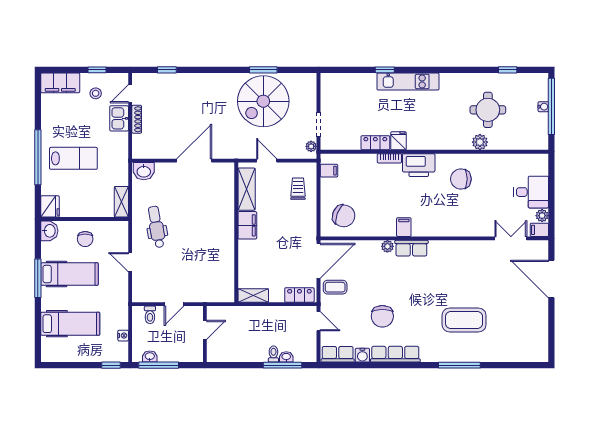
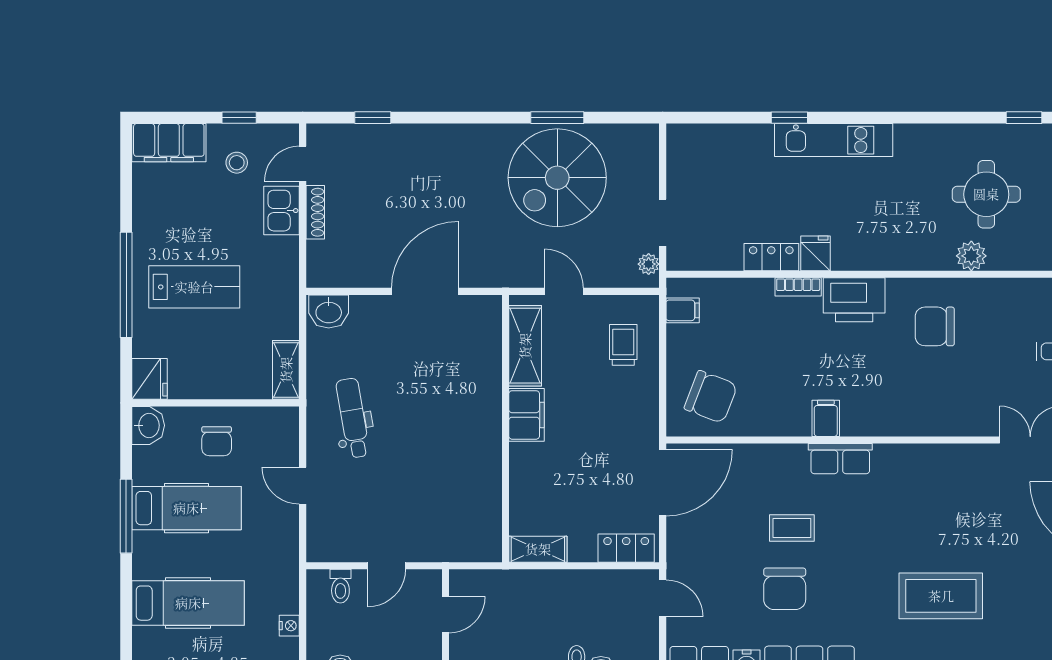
plant: (387, 246) -> (794, 455), removed
coffee table: (335, 287) -> (792, 528), moved

